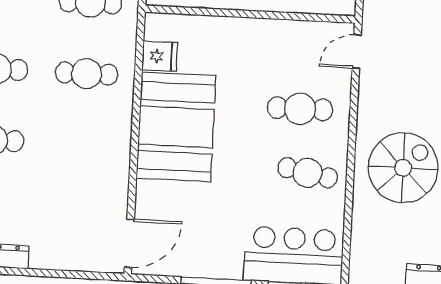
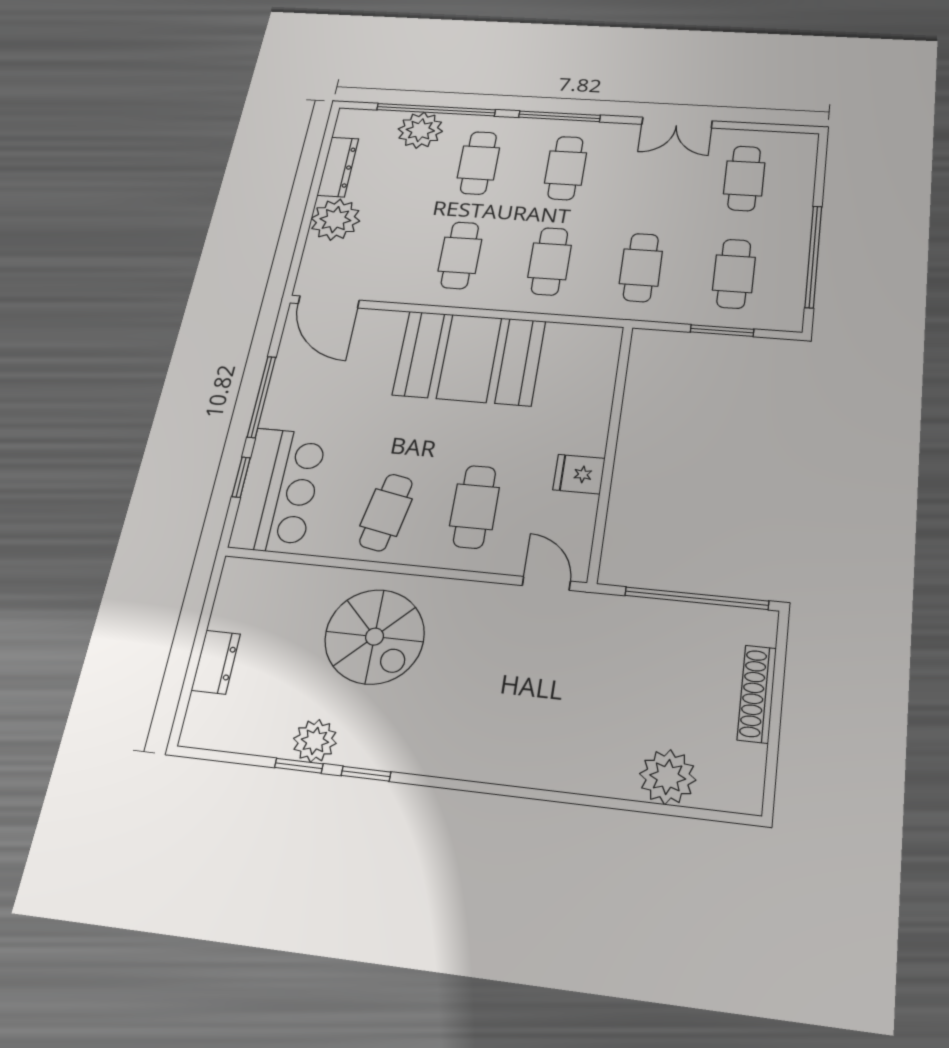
fridge: (160, 56) -> (579, 474), moved, turned 90
cafe table: (83, 145) -> (460, 255), added
plant: (51, 250) -> (335, 220), added

